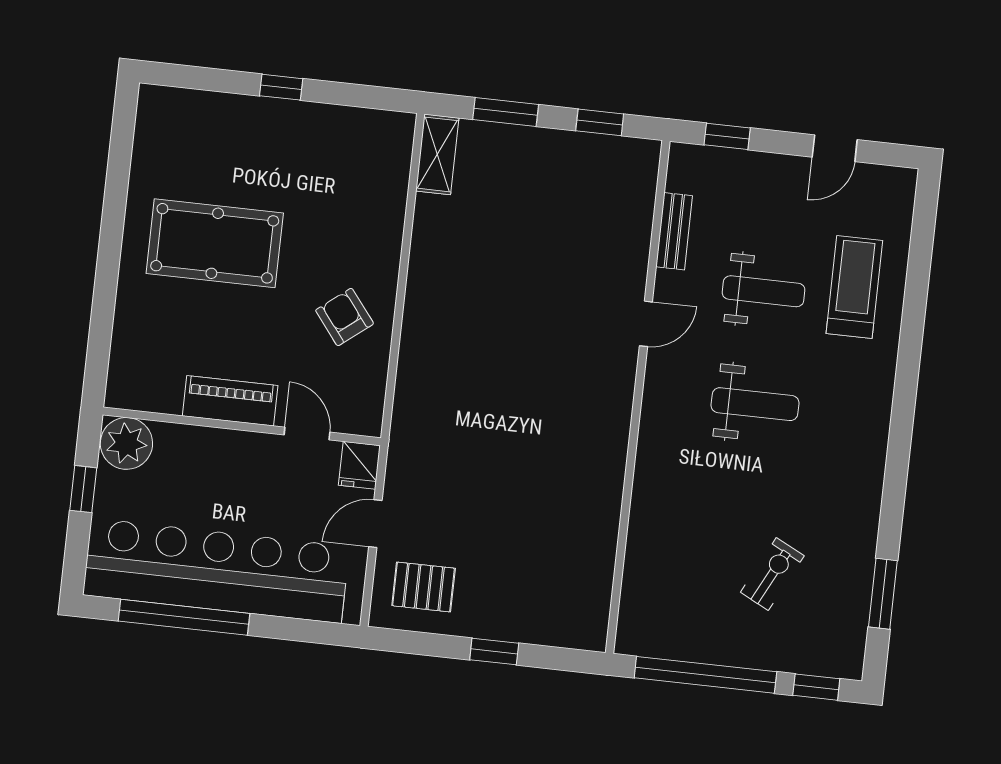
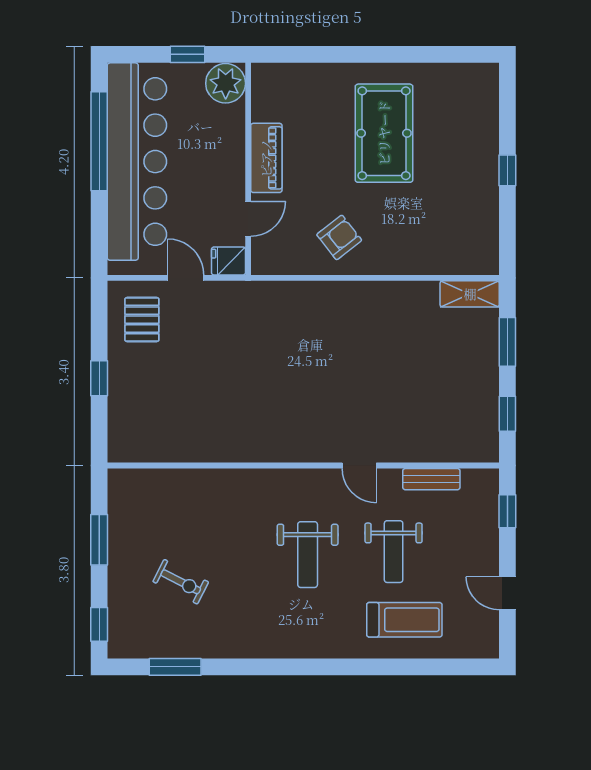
window: (705, 675) -> (99, 540), width x0.47

